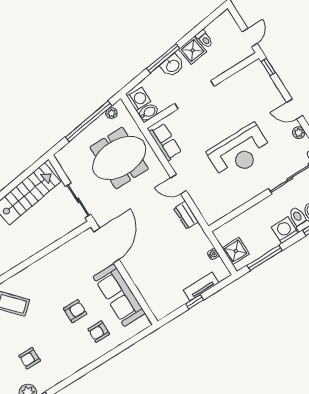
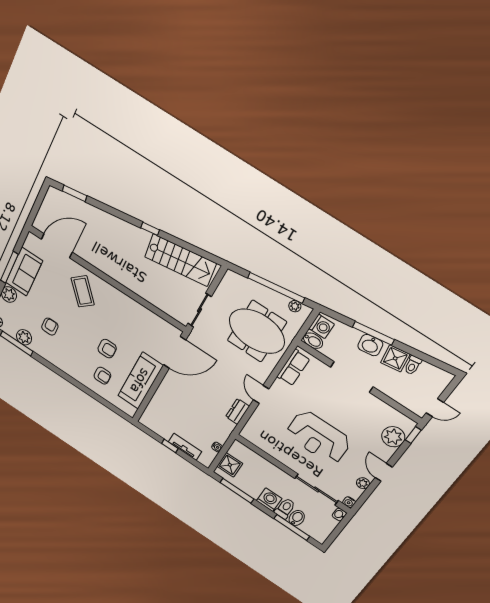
plant: (263, 85) -> (393, 437), added
armchair: (99, 332) -> (102, 376), turned 180
armchair: (30, 358) -> (50, 327), turned 90

